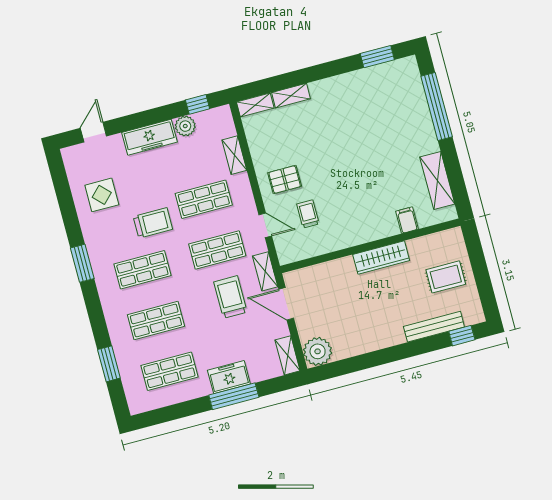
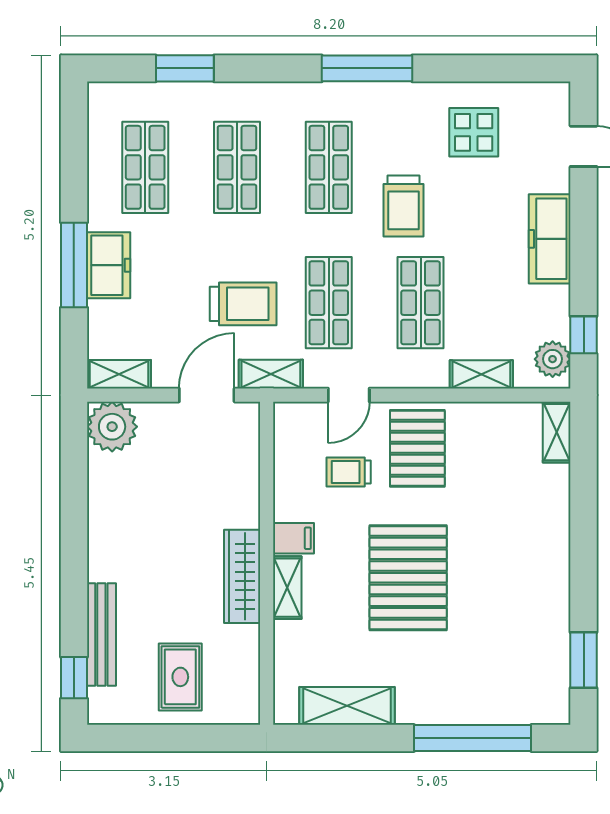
shelving: (291, 96) -> (287, 588), moved
plant: (185, 126) -> (553, 359), moved
pallet: (358, 166) -> (408, 578), added
pallet: (285, 180) -> (417, 448), width x1.50, depth x1.42
trolley: (308, 214) -> (349, 472), turned 180
filing cabinet: (407, 220) -> (294, 538), moved
window: (82, 263) -> (367, 68), width x1.44

